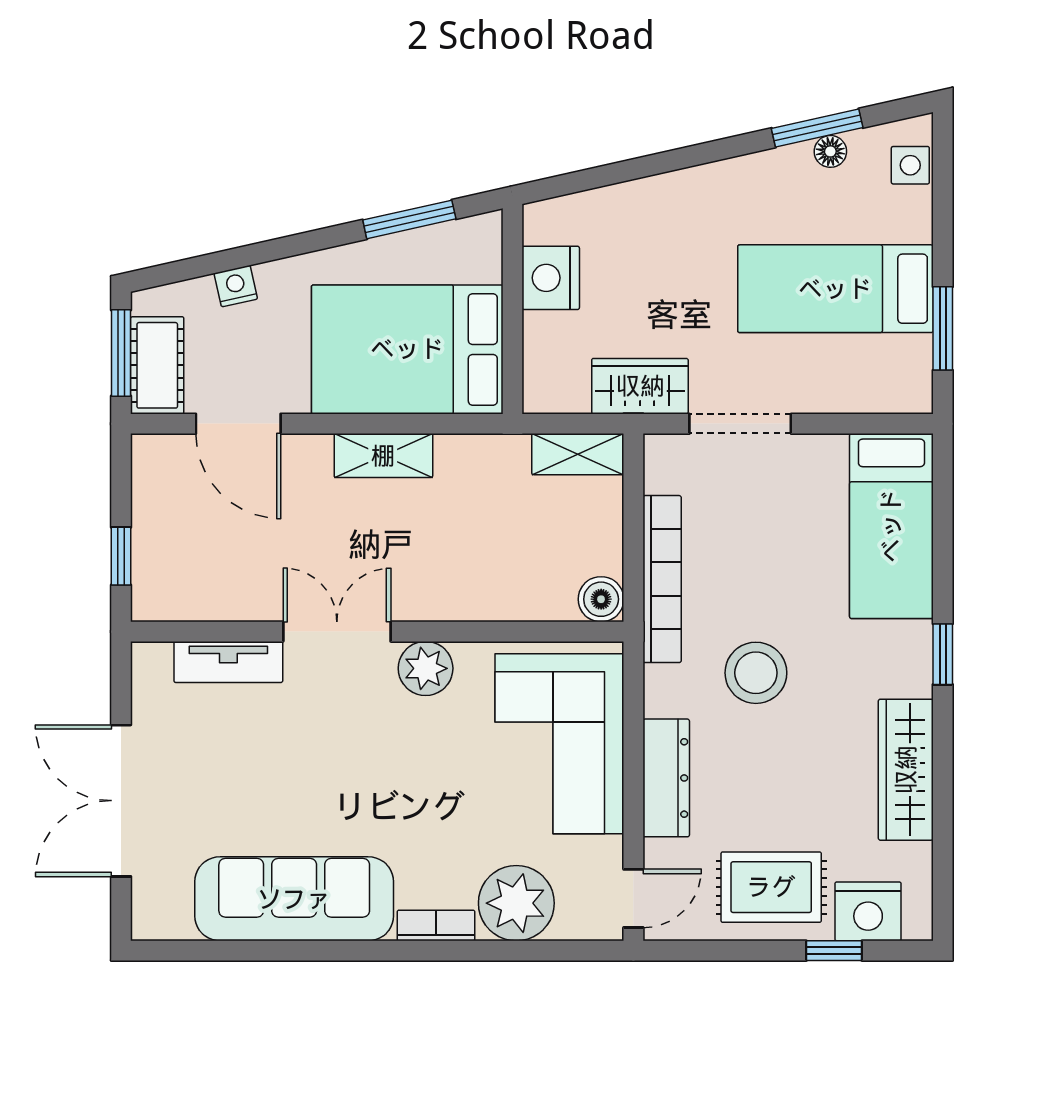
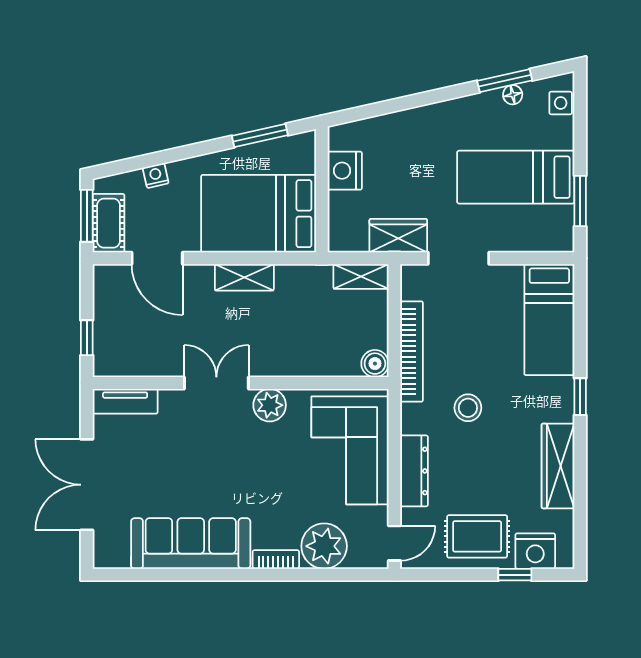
tv unit: (228, 662) -> (125, 401), moved
stool: (756, 673) -> (468, 408), width x0.73, depth x0.73

